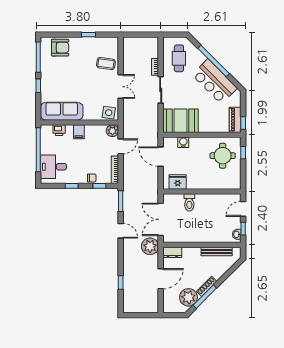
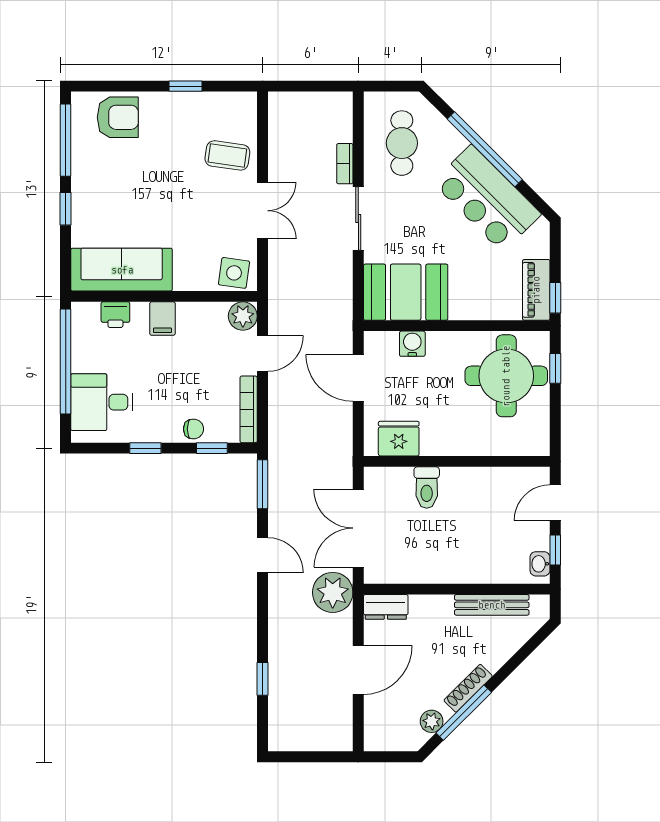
round table: (223, 156) -> (506, 376), width x1.36, depth x1.36
plant: (188, 297) -> (432, 721), width x0.53, depth x0.53

